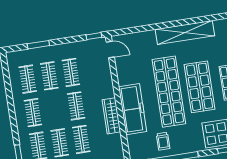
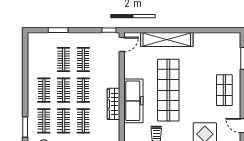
shelving: (185, 32) -> (167, 40), moved
door: (110, 49) -> (122, 44), hinge flipped
clothes rail: (28, 79) -> (64, 90), moved
shop shelf: (200, 87) -> (196, 90), removed

